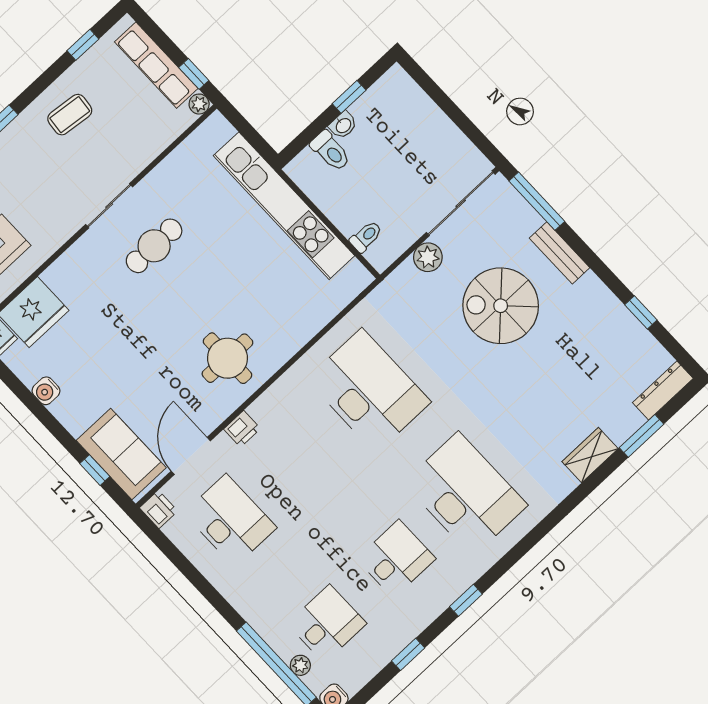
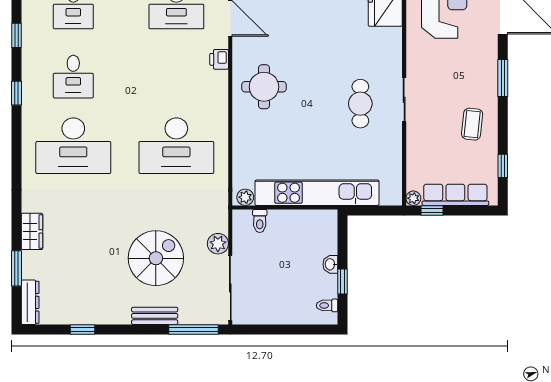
toilet: (330, 151) -> (327, 305), moved, width x0.73, depth x0.72
plant: (356, 273) -> (245, 197), added

